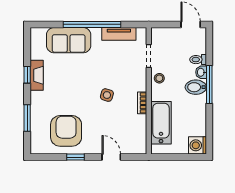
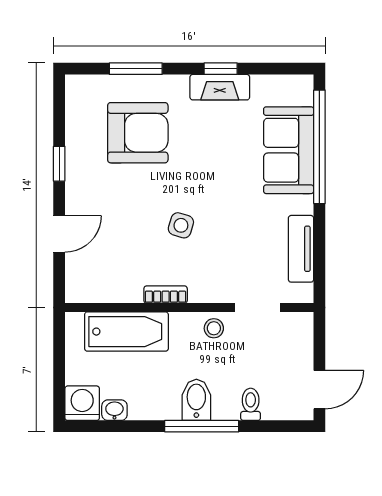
window: (92, 24) -> (319, 147), moved
washbasin: (201, 72) -> (114, 410), moved
armchair: (66, 131) -> (138, 133), moved

